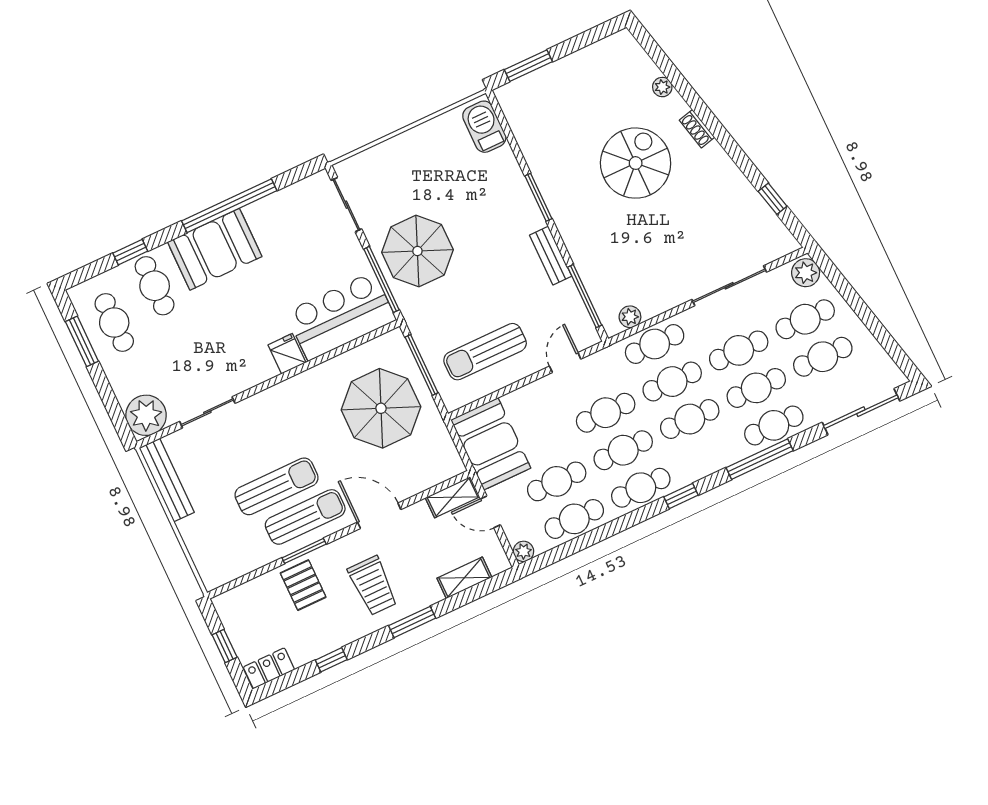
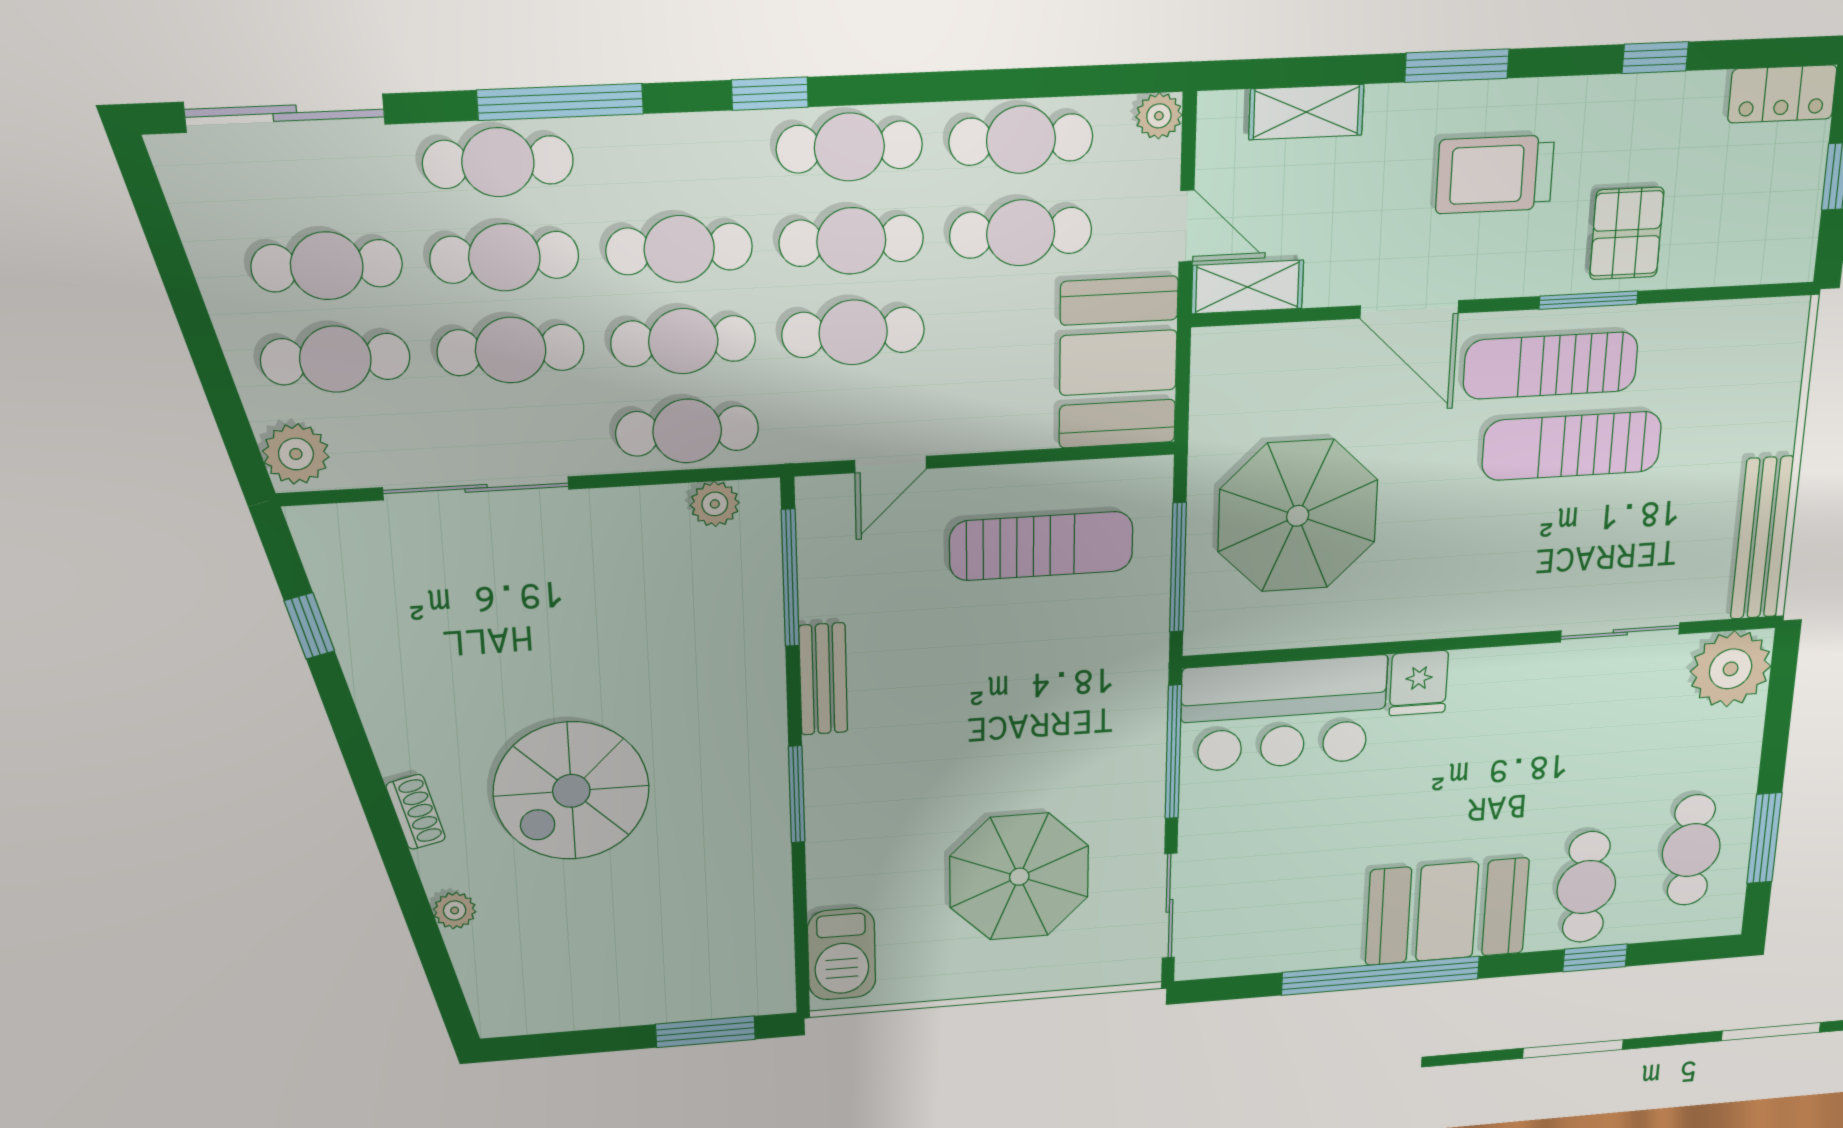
parasol: (417, 251) -> (1019, 877), moved
trolley: (373, 586) -> (1495, 174), turned -90

